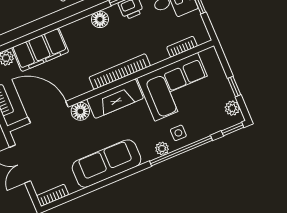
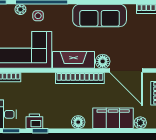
floor lamp: (100, 19) -> (78, 122), moved
bookcase: (120, 72) -> (80, 78), moved
plant: (162, 149) -> (20, 9), moved

